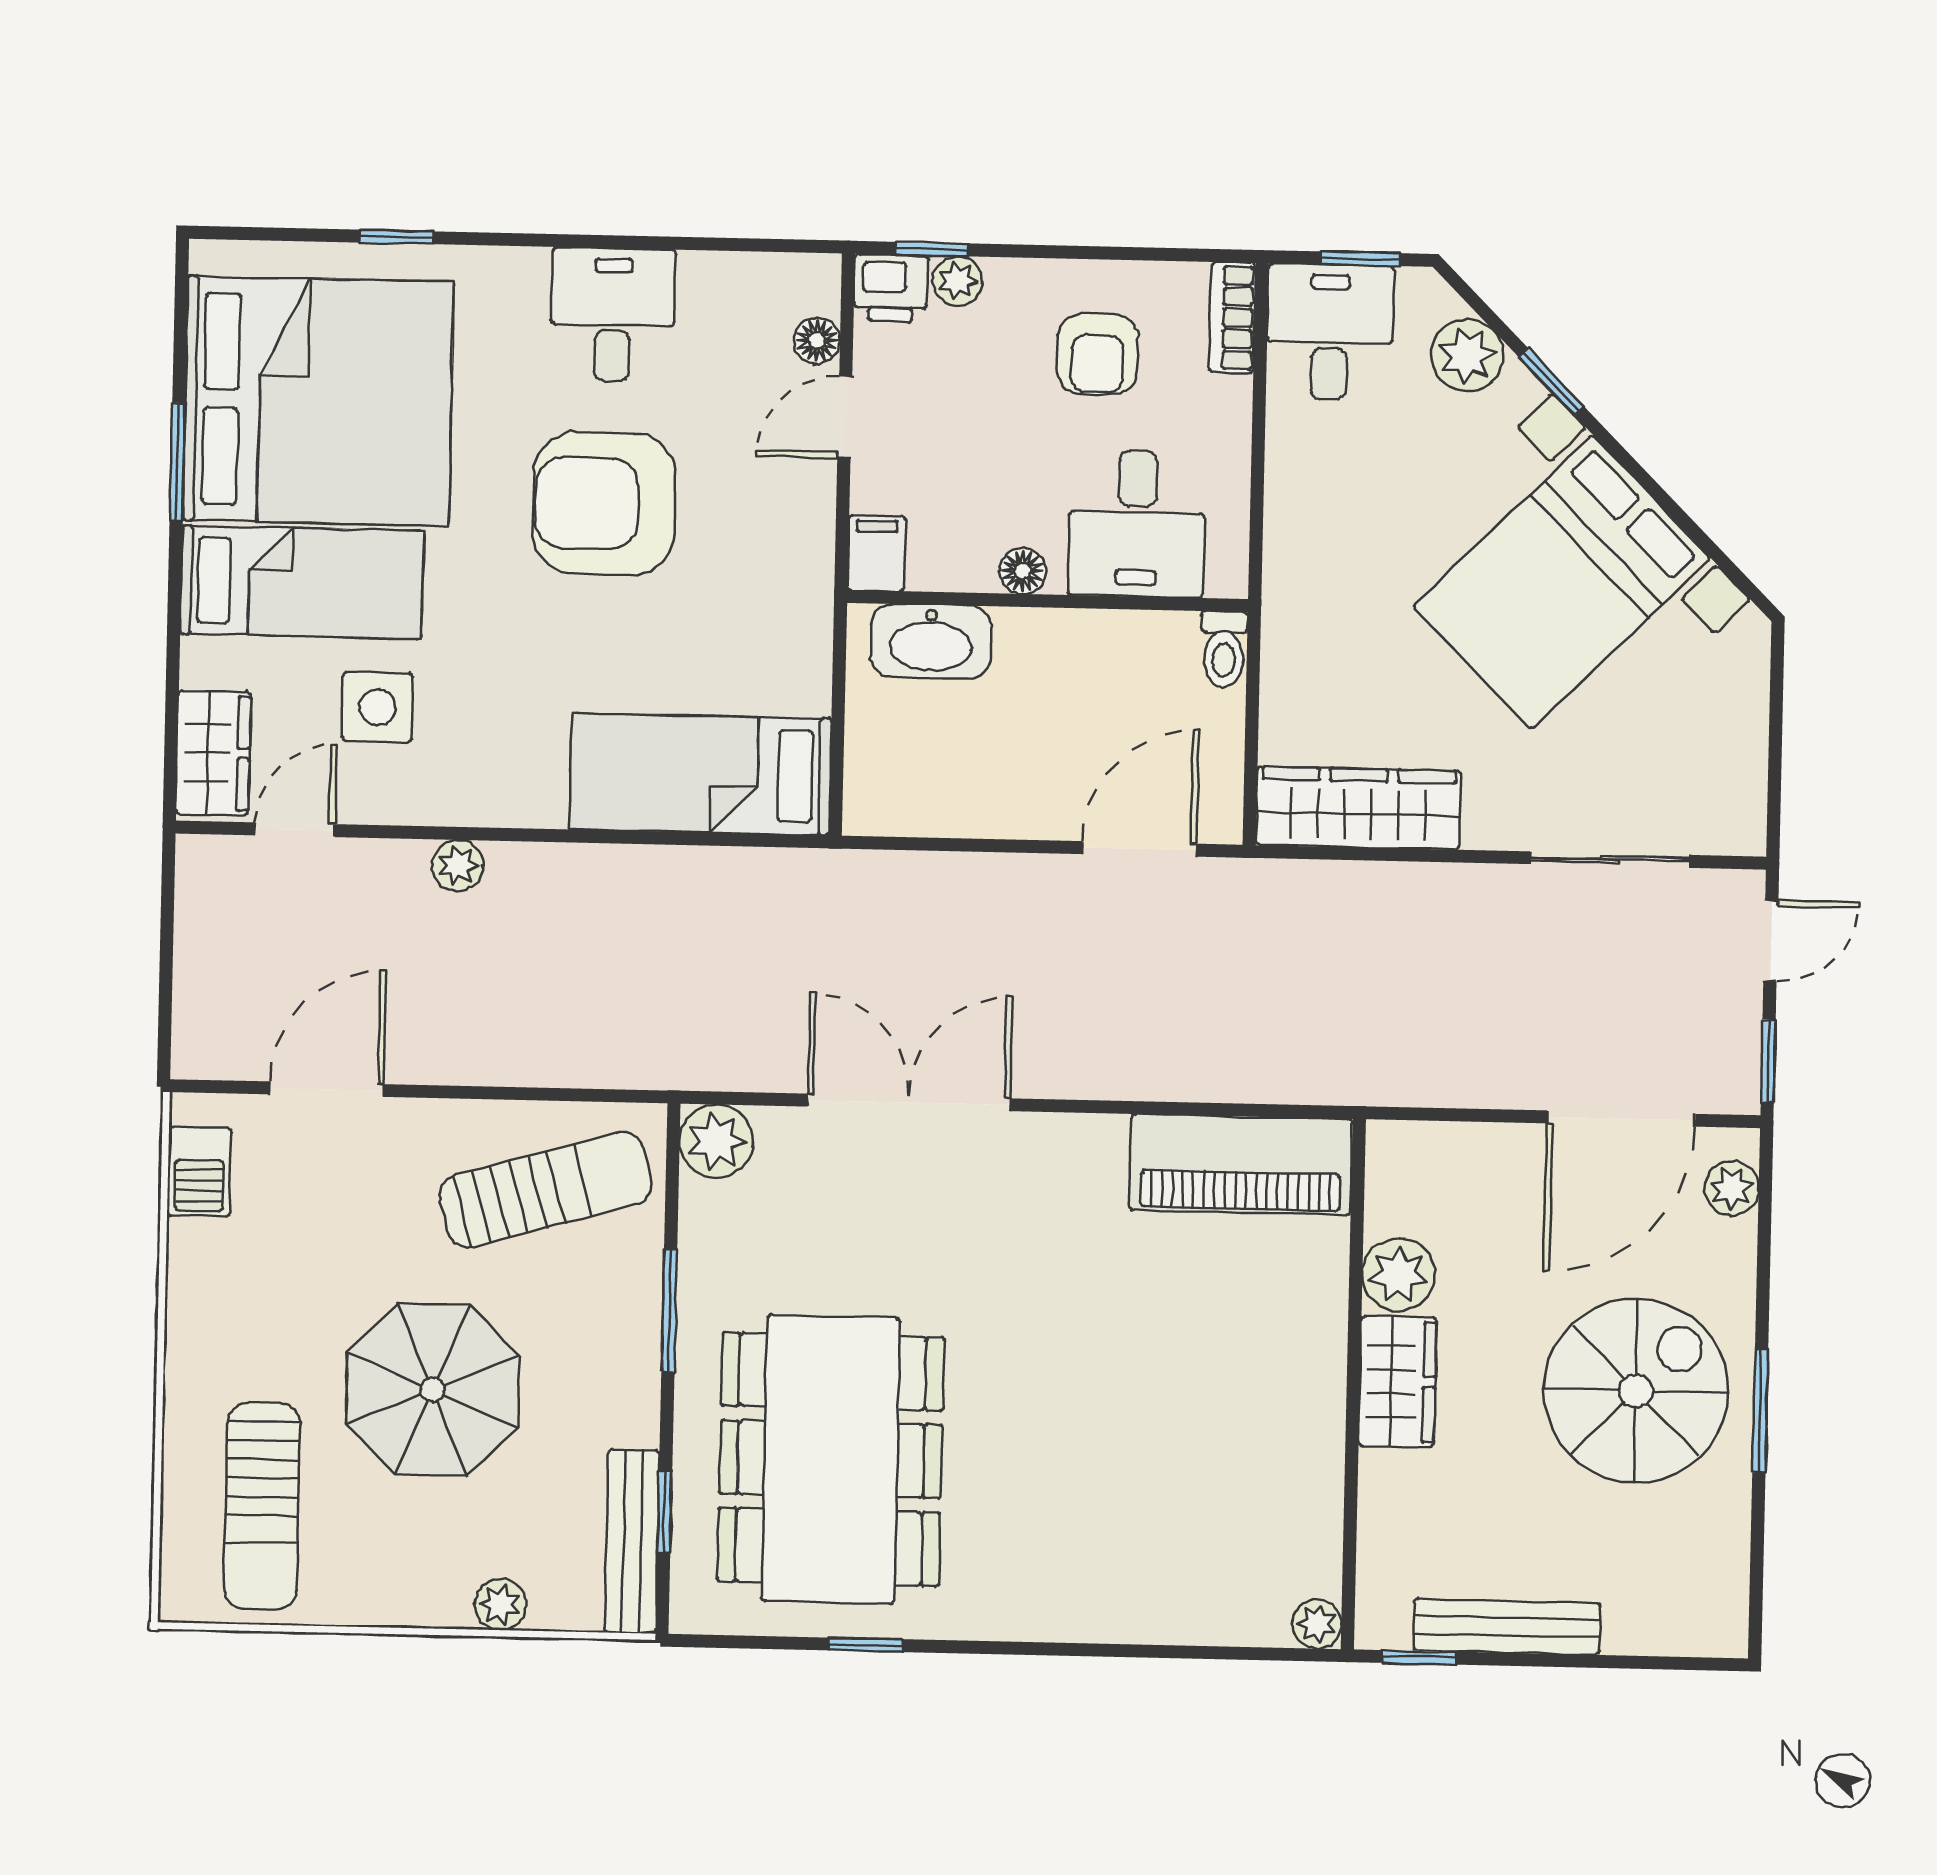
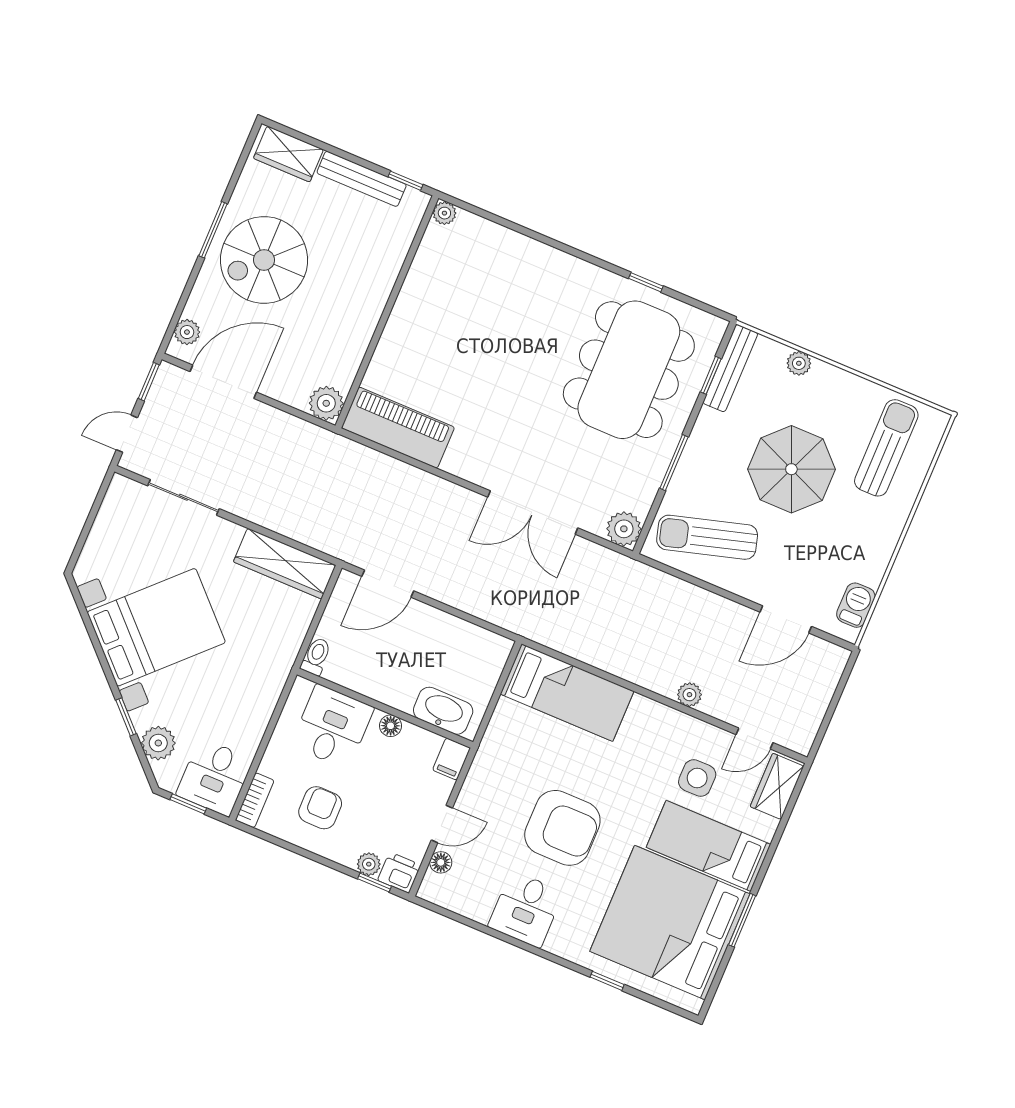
plant: (1399, 1275) -> (326, 403), moved
wardrobe: (1398, 1382) -> (288, 154), moved, turned -90

